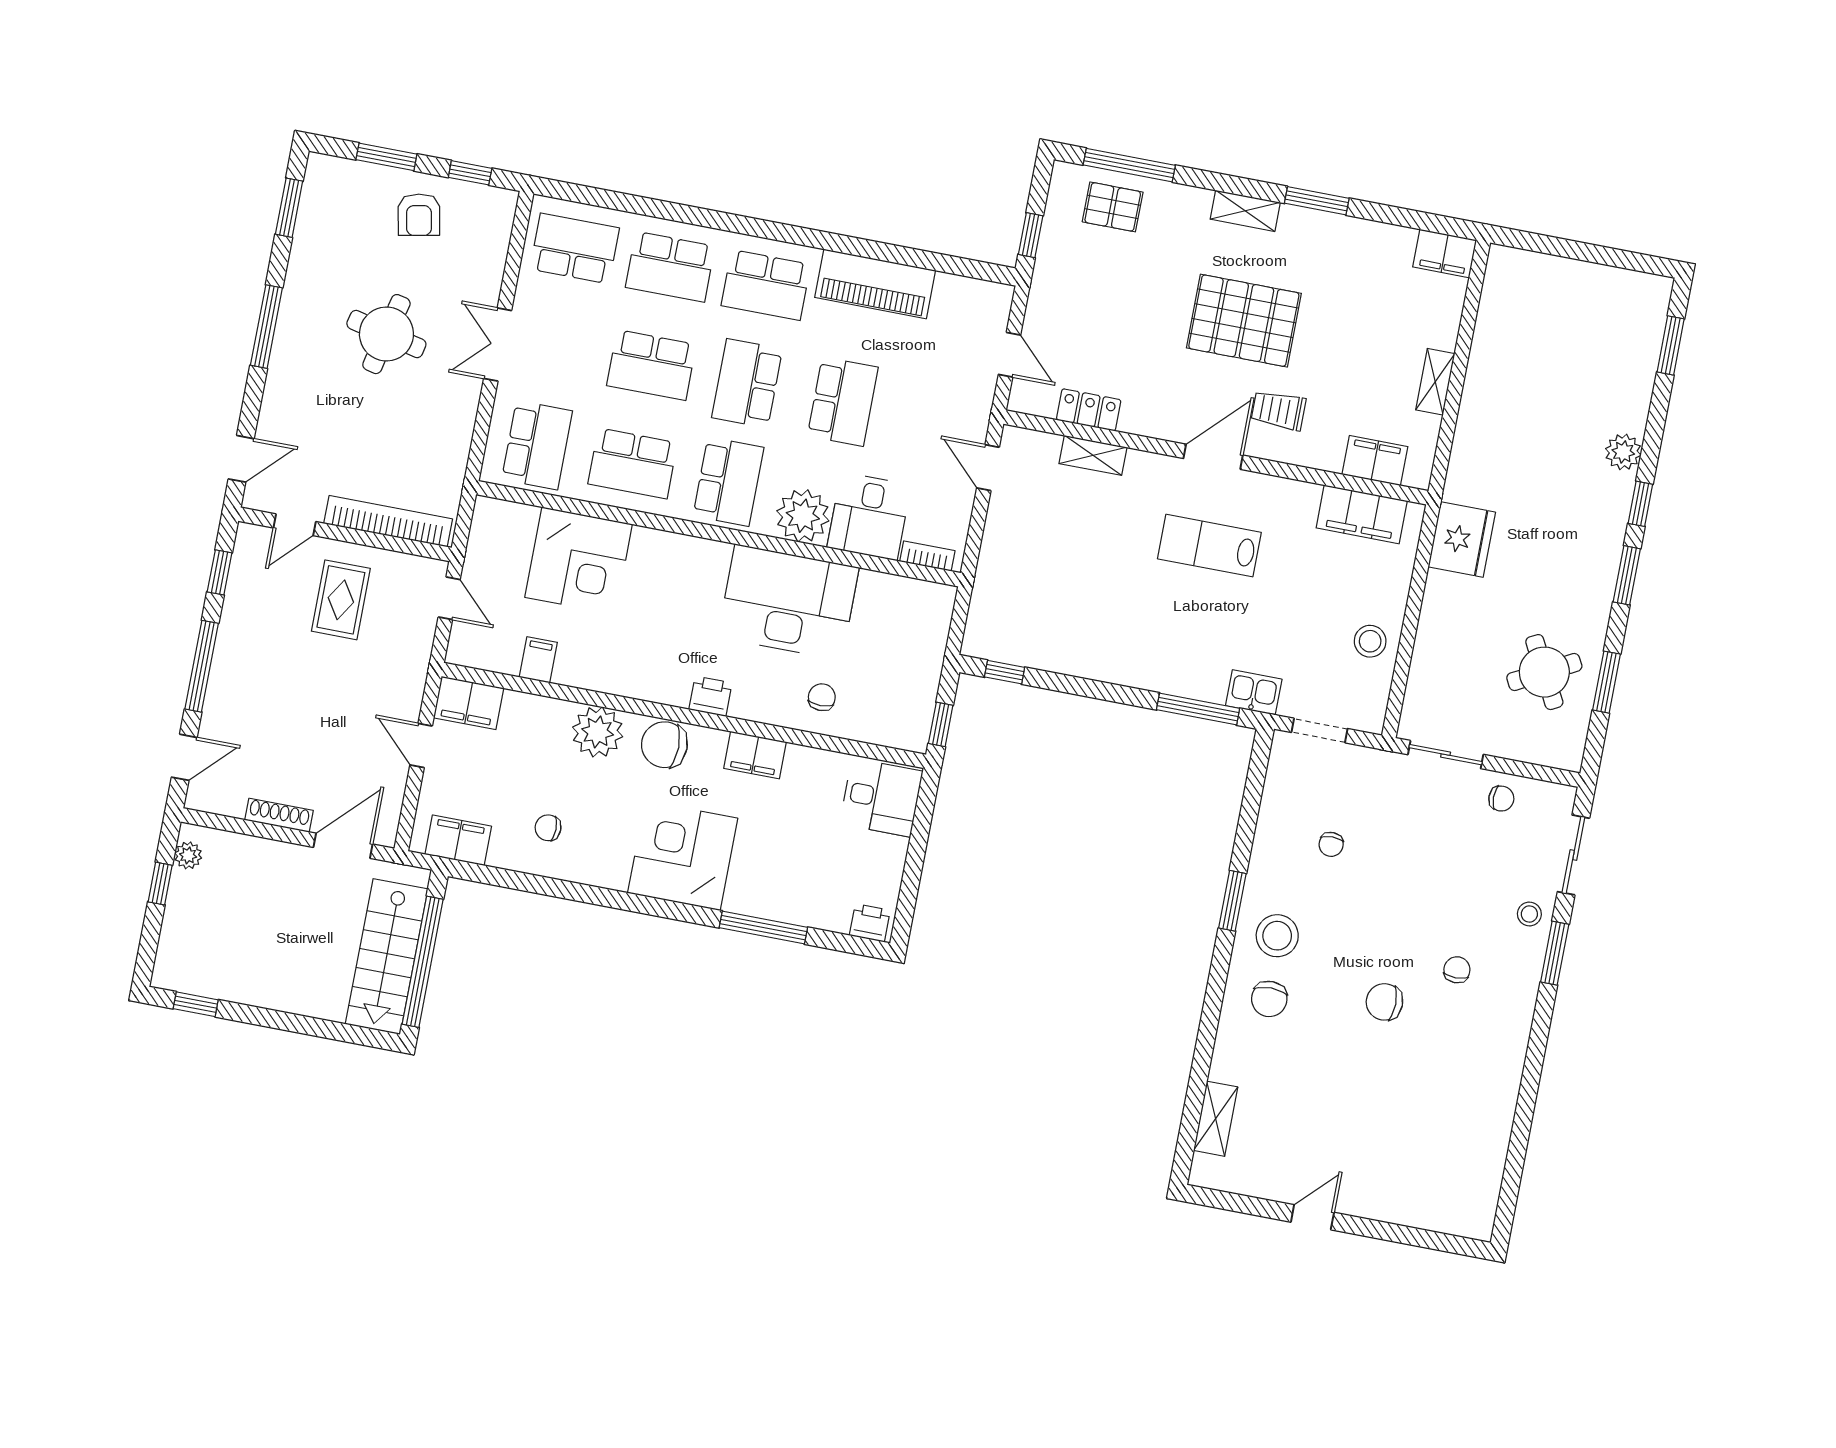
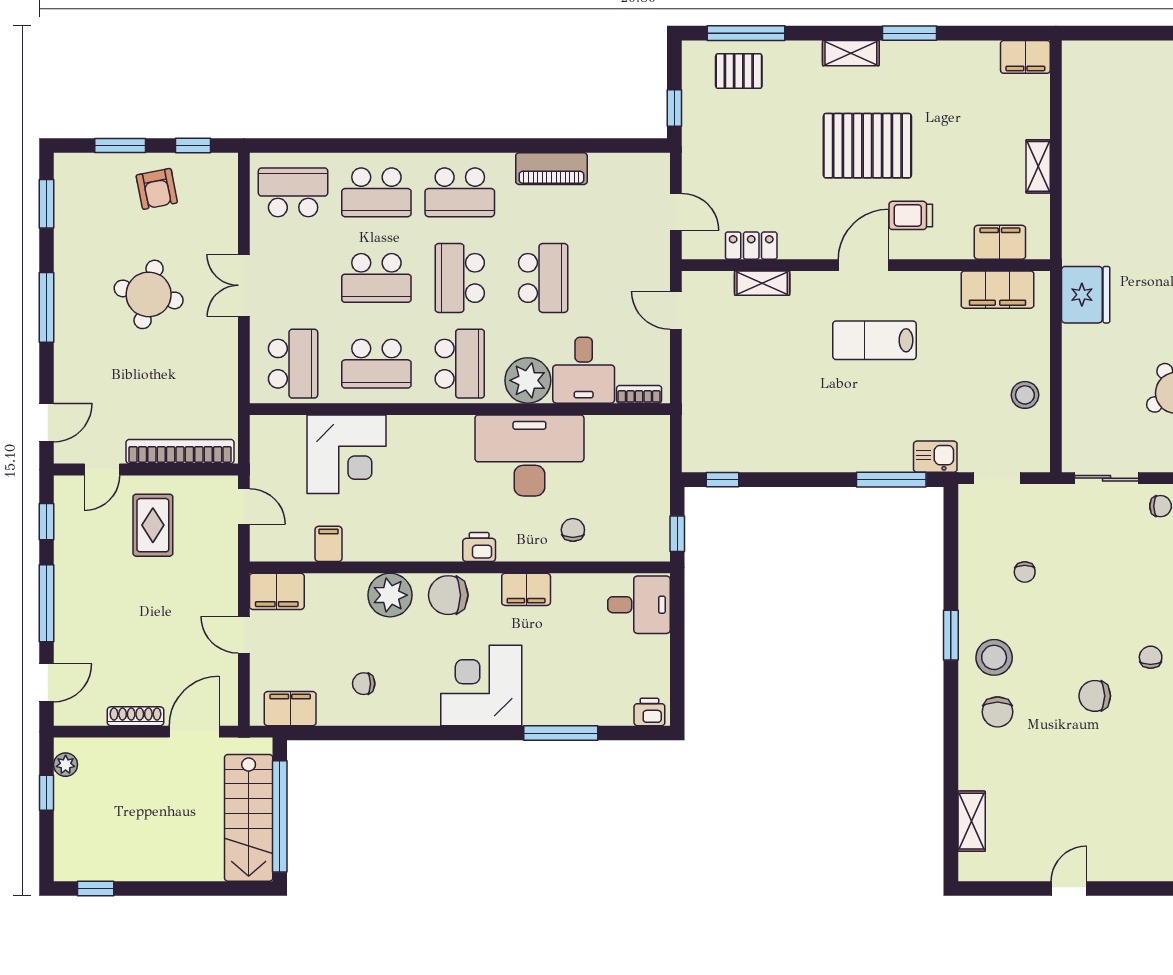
piano: (875, 284) -> (551, 169), width x0.73, depth x0.75

